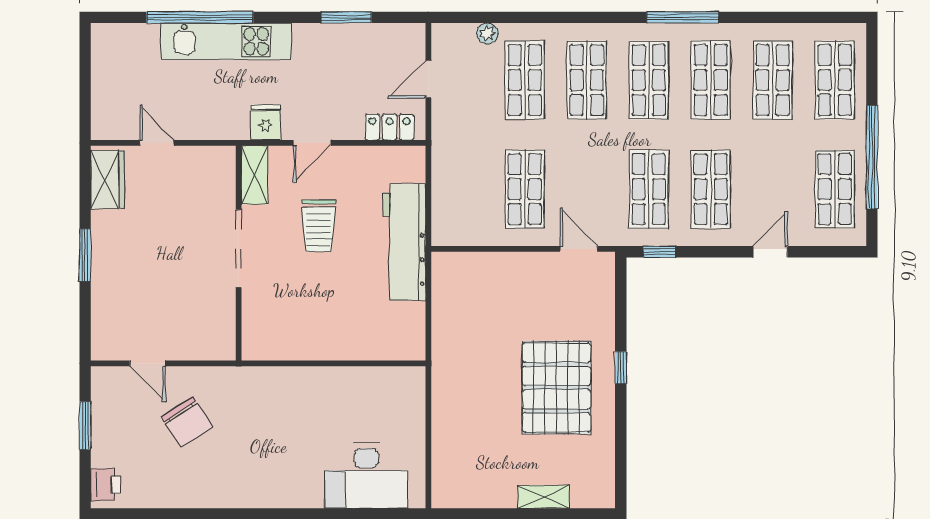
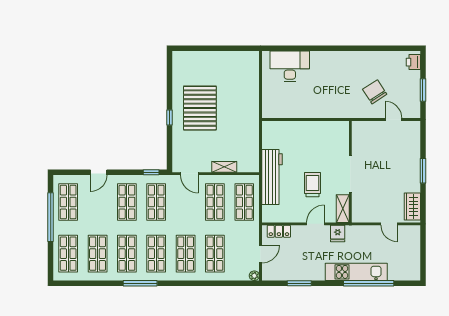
plant: (487, 33) -> (254, 276), moved
shop shelf: (463, 189) -> (244, 202), added
shelving: (544, 497) -> (224, 167), moved

